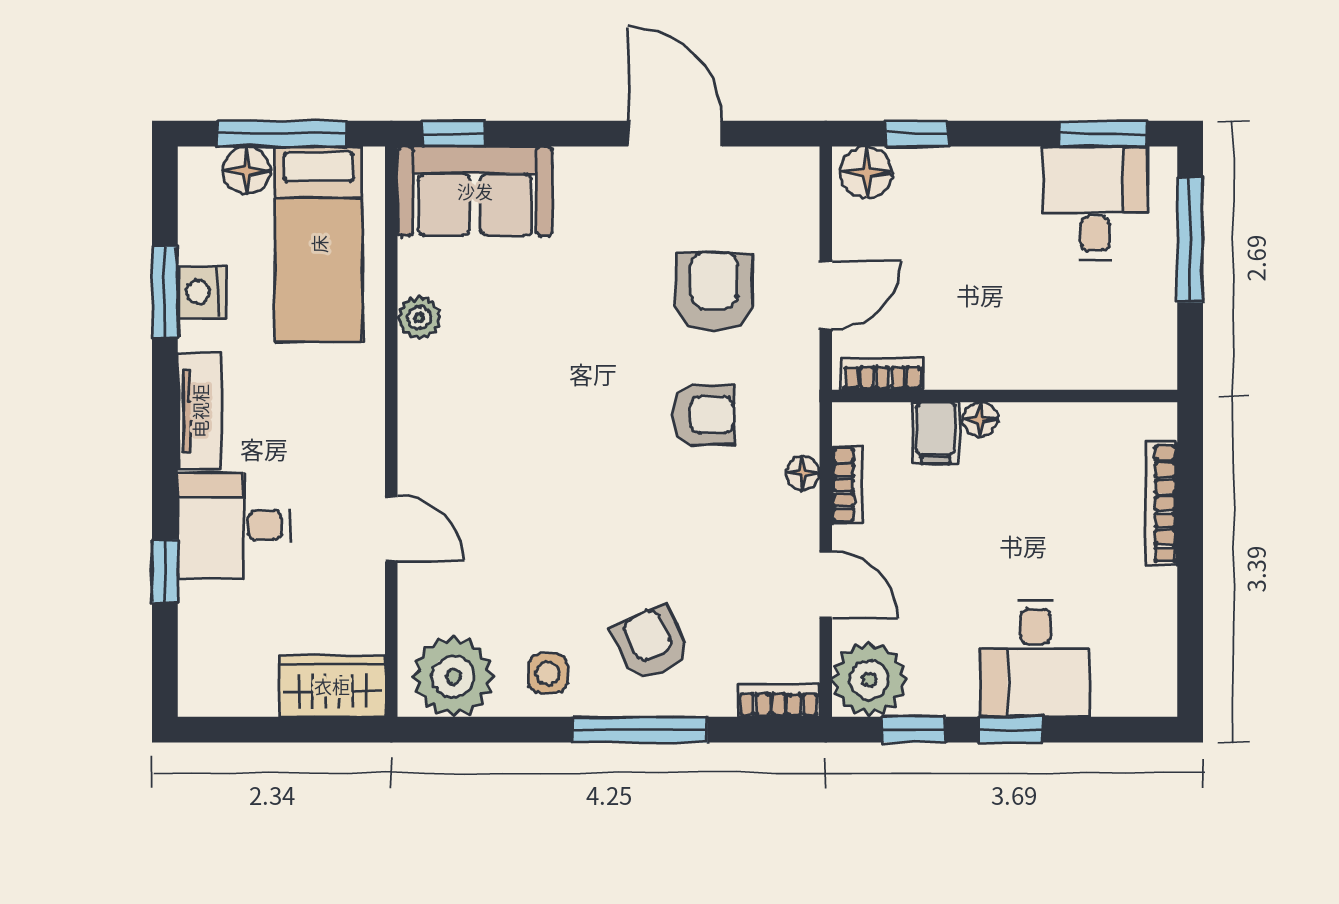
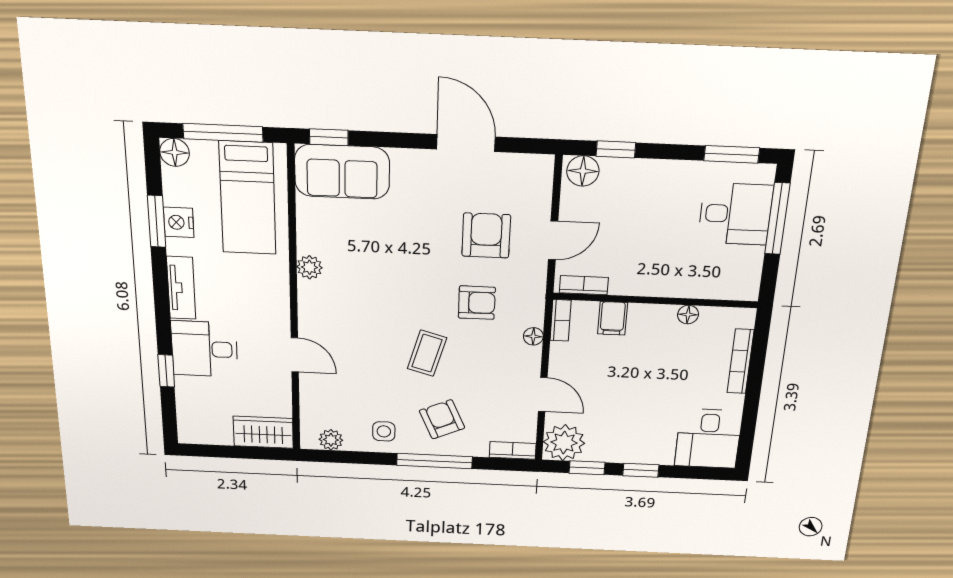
floor lamp: (247, 170) -> (175, 152), moved
desk: (1095, 203) -> (735, 214), moved, turned 90
plant: (419, 318) -> (309, 267), moved
floor lamp: (980, 419) -> (688, 315), moved
bookcase: (847, 485) -> (560, 320), moved
coffee table: (621, 514) -> (427, 353), added
desk: (1035, 658) -> (708, 439), moved
plant: (453, 677) -> (331, 440), width x0.53, depth x0.53

